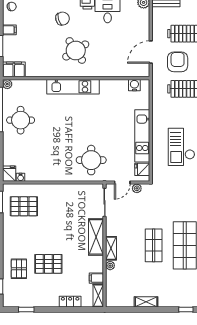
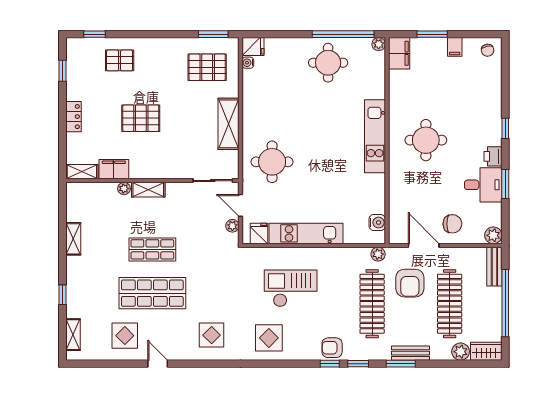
chair: (63, 19) -> (452, 224), moved, turned -74
round table: (76, 50) -> (426, 140), turned 33
armchair: (178, 62) -> (410, 283), turned 90
plant: (157, 85) -> (378, 254), added
pallet: (24, 206) -> (207, 67), turned 90
shelving: (96, 237) -> (229, 124), moved, turned 90
pallet: (48, 264) -> (141, 118), moved, turned 90
filing cabinet: (96, 278) -> (114, 169), width x2.00
locker: (70, 302) -> (73, 117), moved

